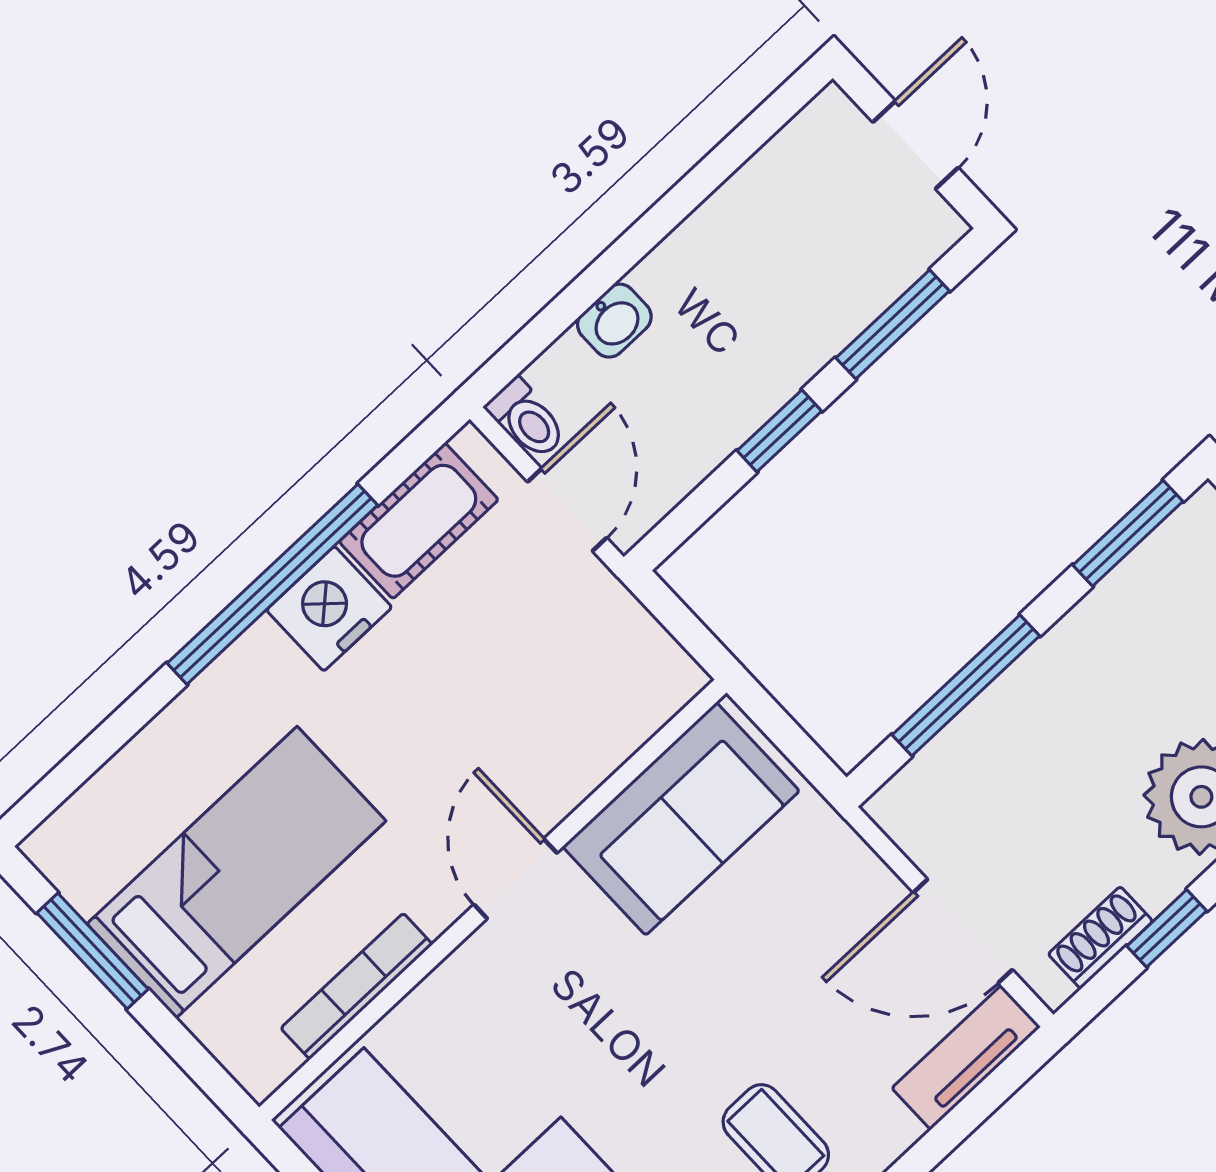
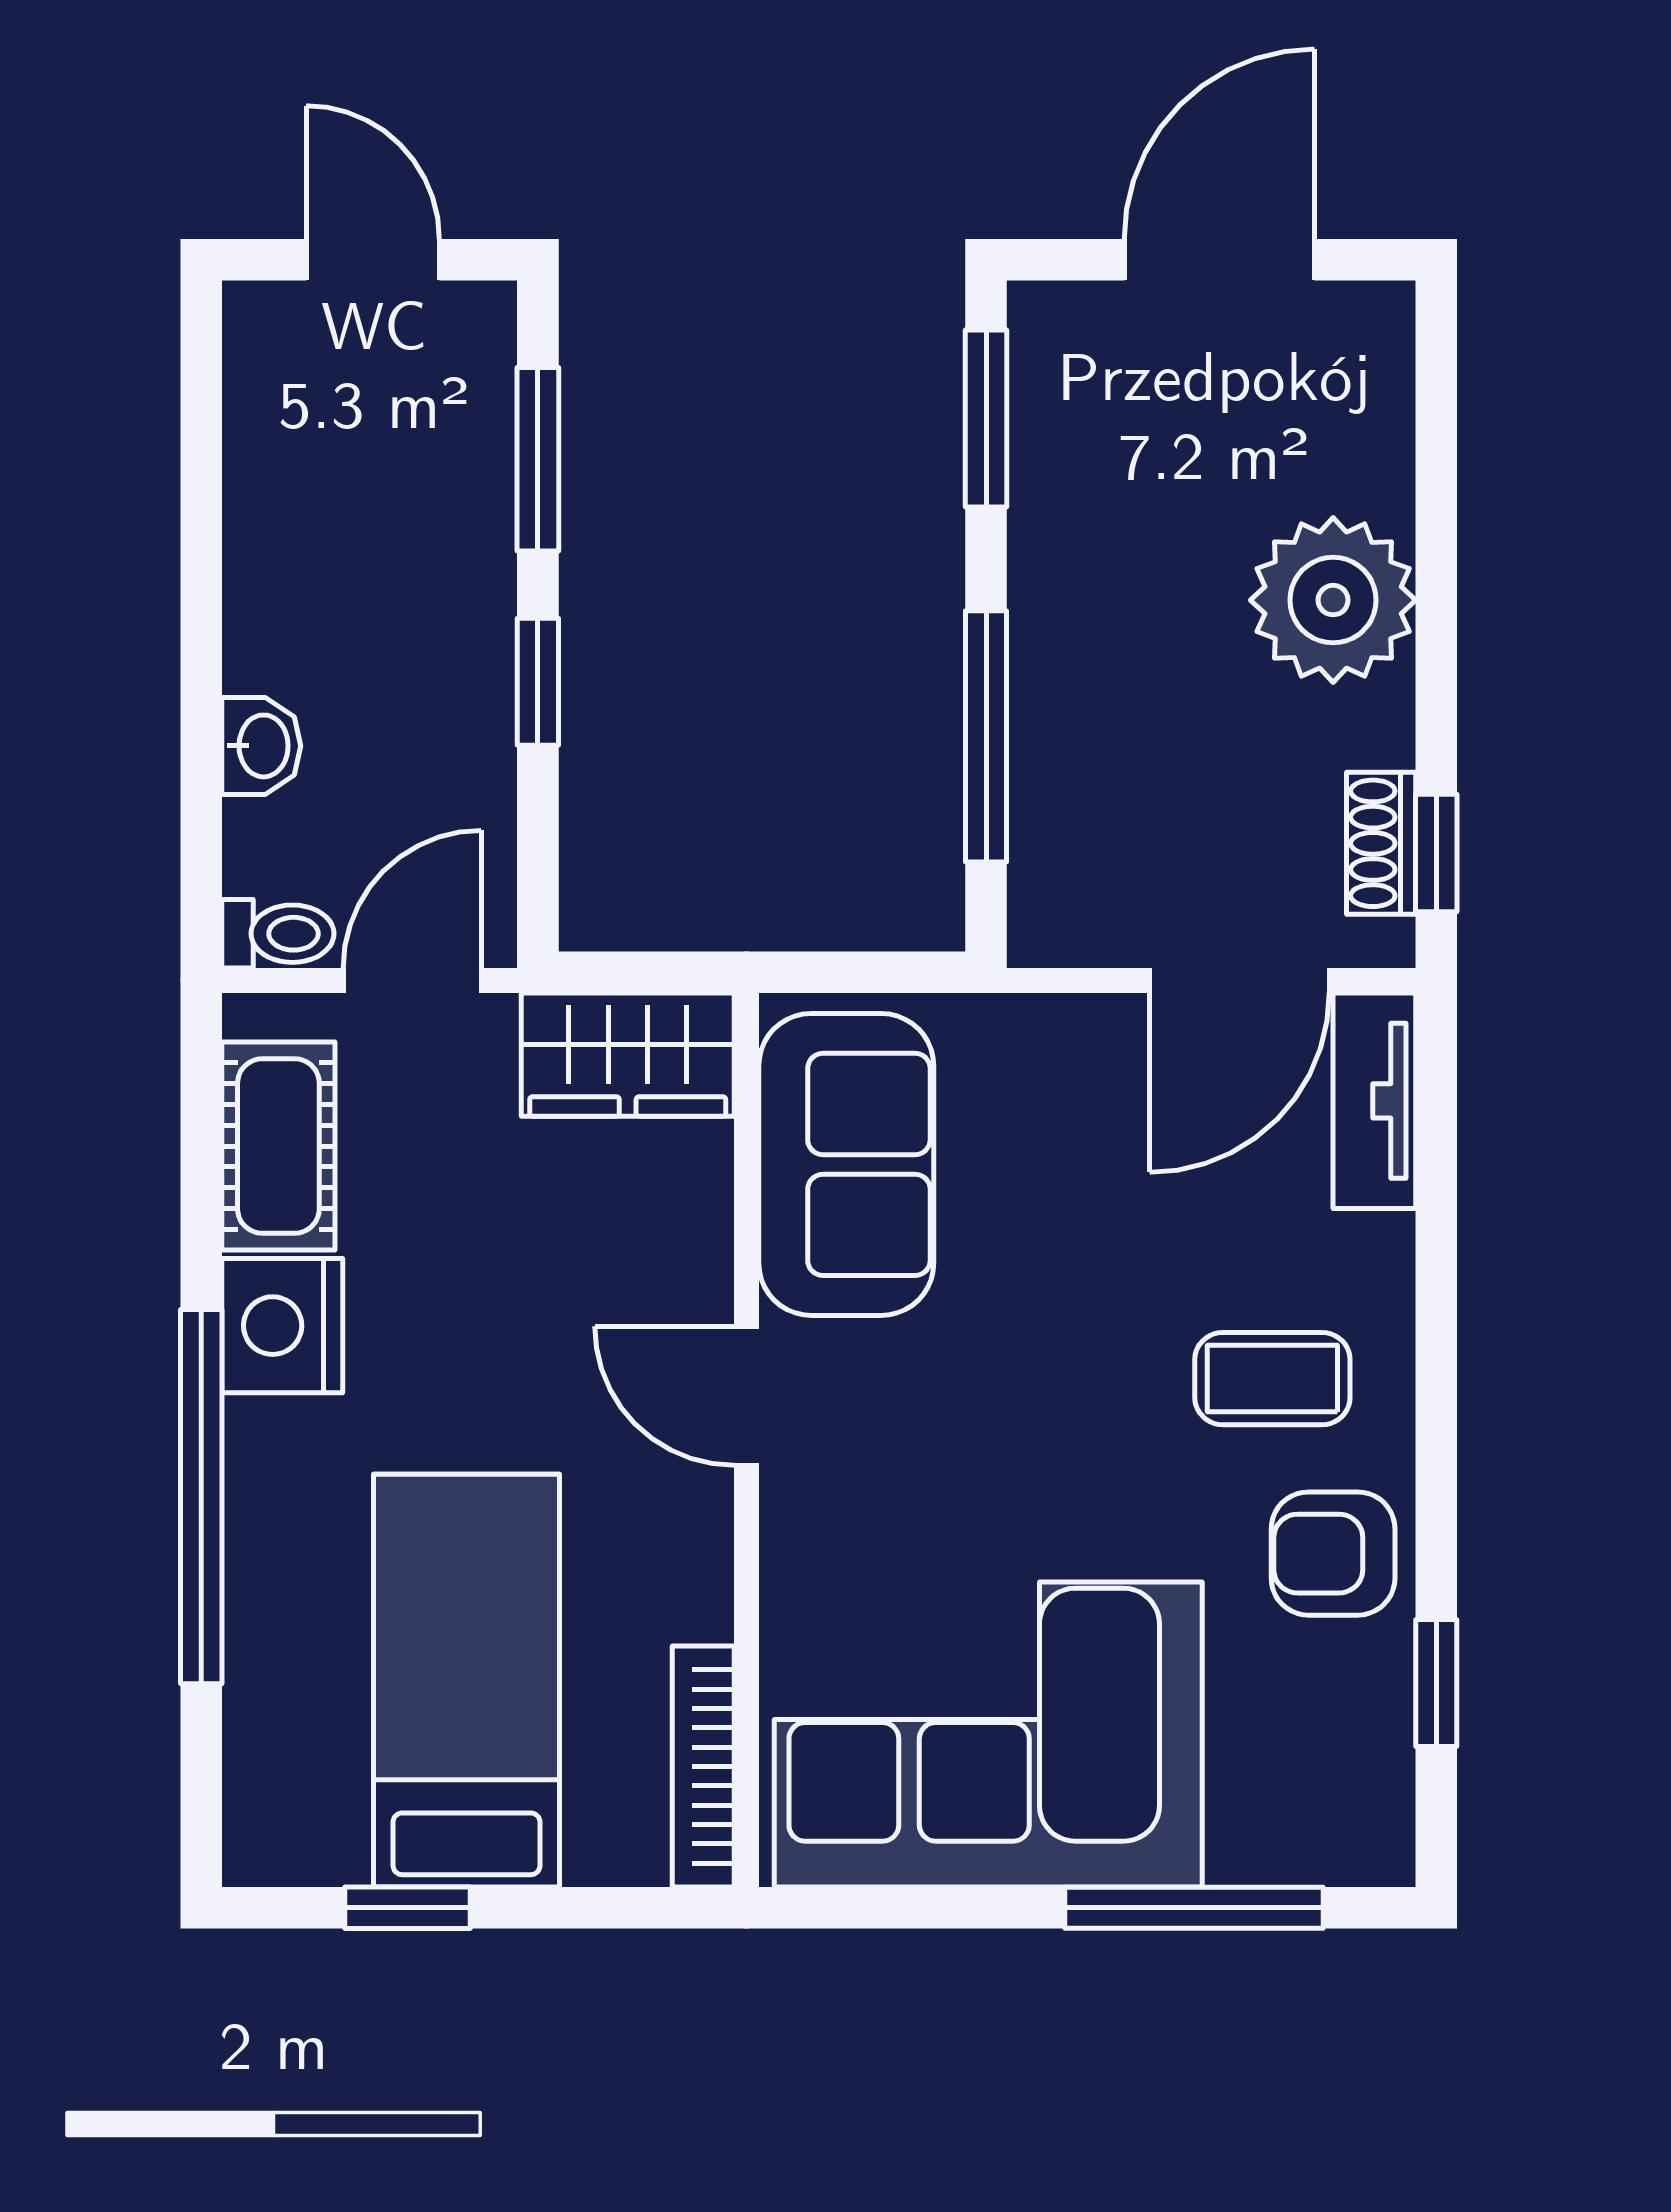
door: (567, 510) -> (412, 980), hinge flipped
window: (272, 584) -> (201, 1497), moved
wardrobe: (632, 655) -> (628, 1055), added
window: (1167, 928) -> (1436, 853), moved
window: (92, 951) -> (408, 1908), width x0.67
bookcase: (357, 986) -> (703, 1767), moved

